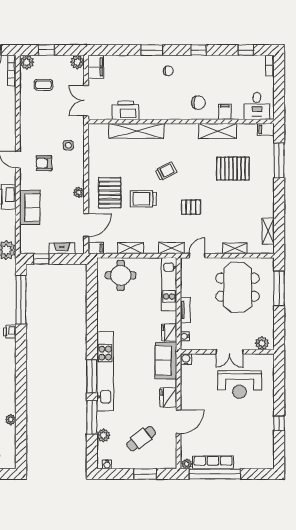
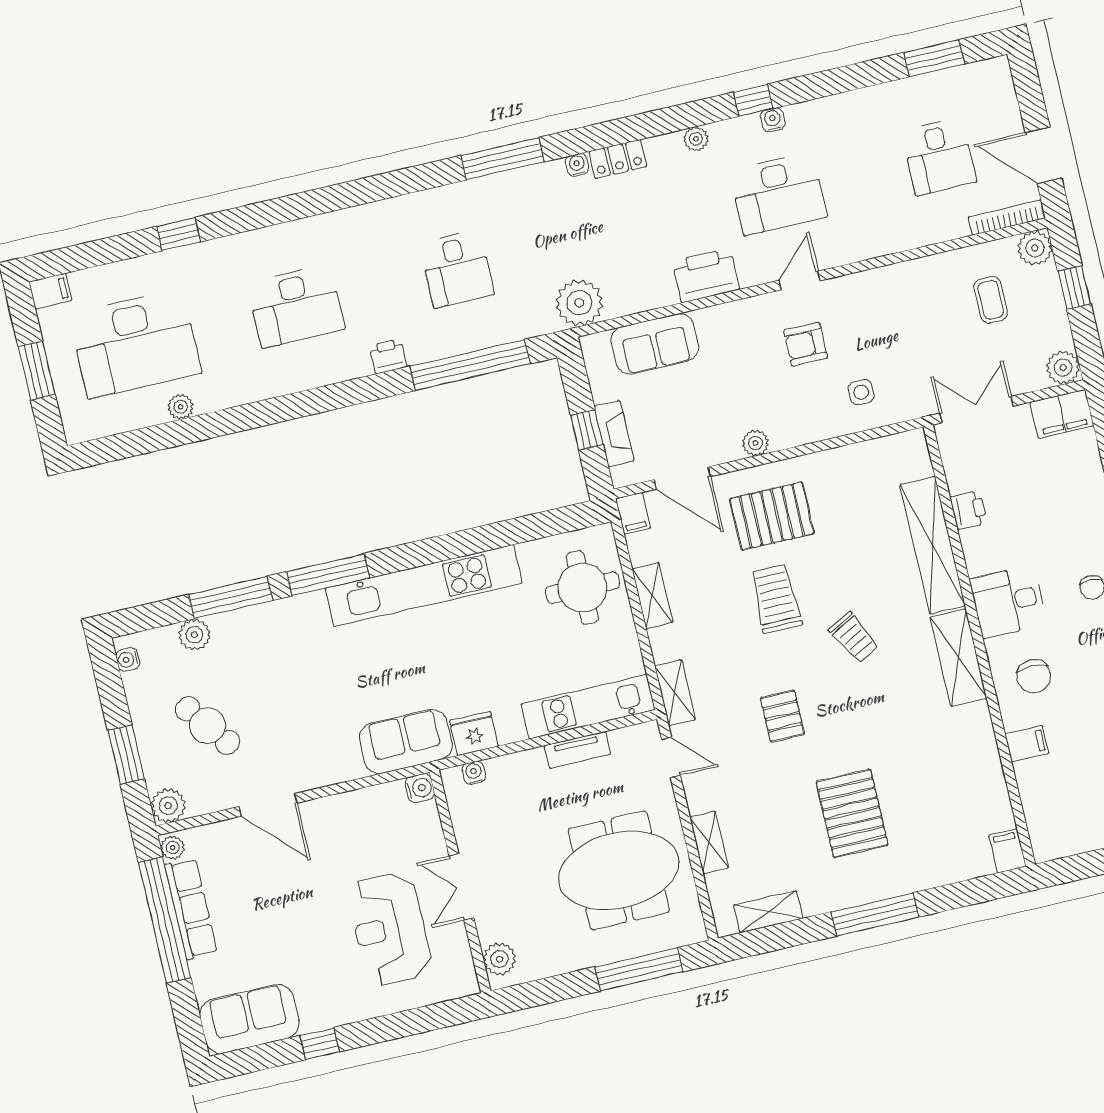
desk: (257, 106) -> (1008, 602), moved
printer: (126, 110) -> (968, 510), width x0.53, depth x0.68
shelving: (218, 131) -> (958, 658), moved
window: (279, 160) -> (875, 914), moved
armchair: (44, 163) -> (806, 344), turned -90
pallet: (233, 169) -> (852, 813), moved
sofa: (30, 207) -> (655, 344), moved
window: (41, 259) -> (587, 430), moved
tv unit: (185, 310) -> (577, 750), moved
kitchen unit: (105, 371) -> (424, 586), moved
fridge: (168, 397) -> (320, 767), removed
sofa: (263, 449) -> (249, 1019), added
plant: (170, 462) -> (168, 806), added

